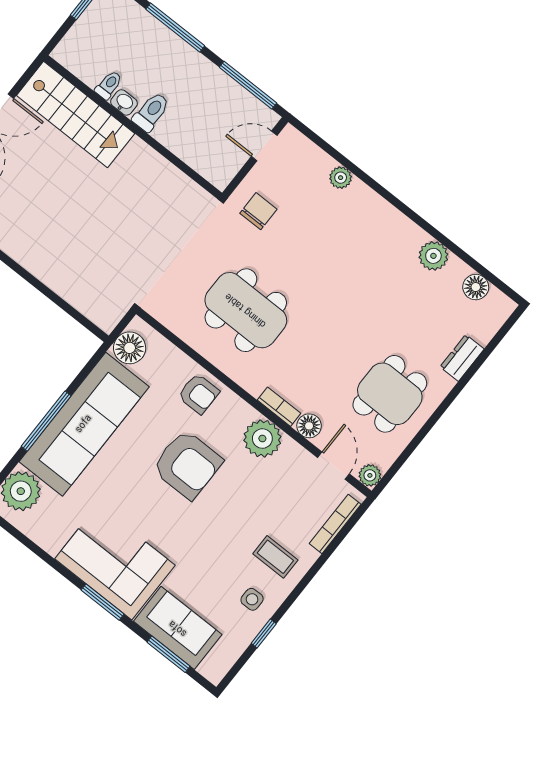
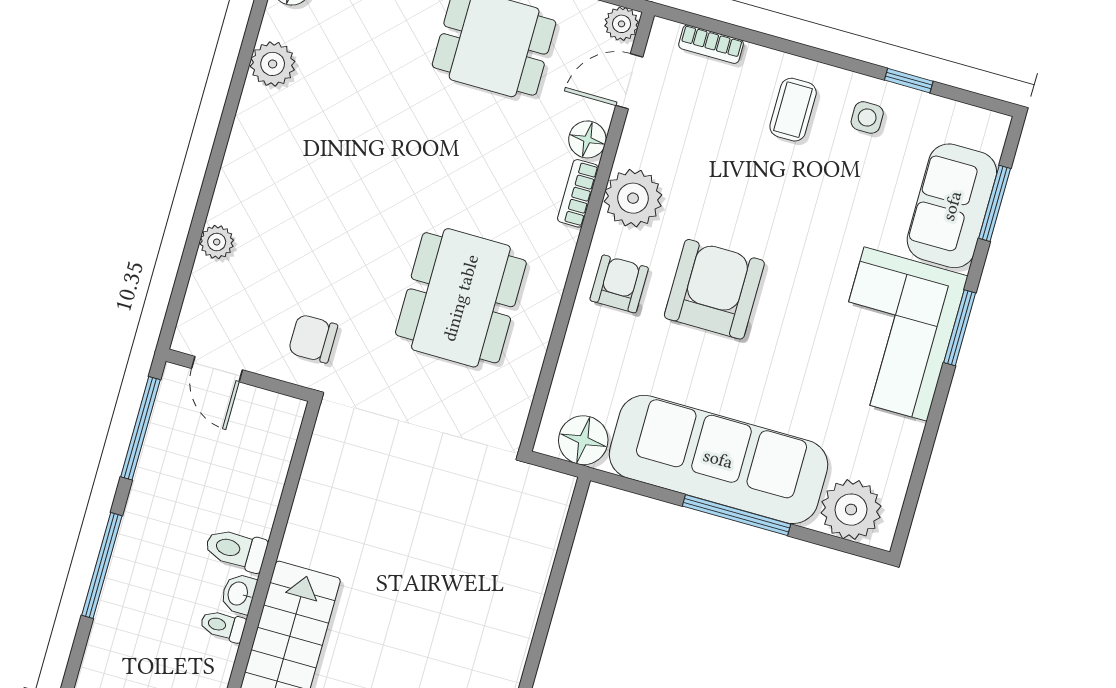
armchair: (199, 394) -> (619, 284), moved
bookcase: (335, 524) -> (711, 44), width x0.64

